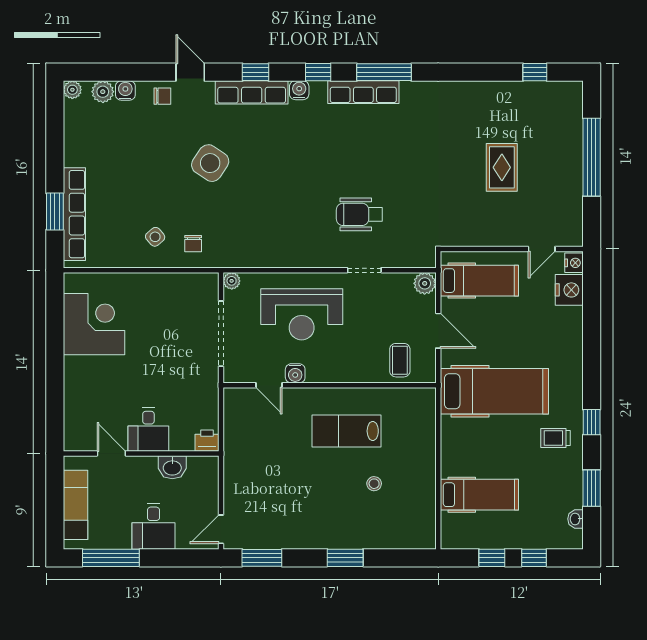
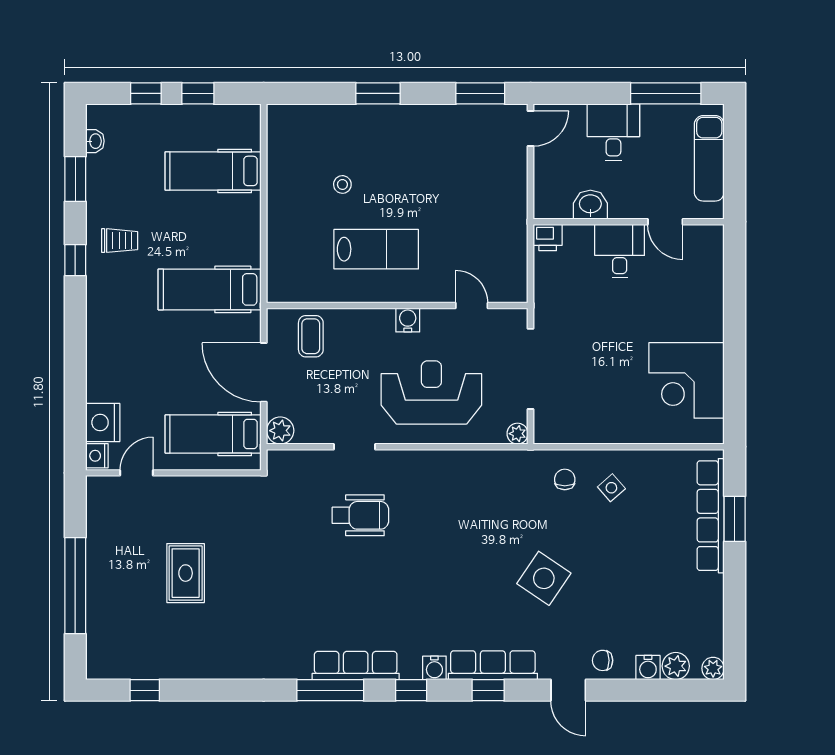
door: (438, 331) -> (264, 372), width x1.36
water cooler: (295, 373) -> (408, 320), moved
hospital bed: (494, 391) -> (210, 289), width x0.73, depth x0.78

